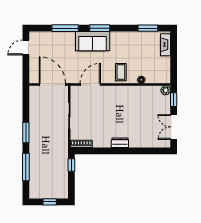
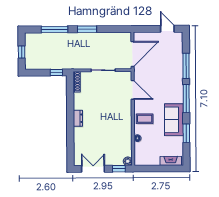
window: (100, 28) -> (186, 99), width x1.44
window: (148, 28) -> (186, 133), moved
sofa: (93, 41) -> (174, 120), moved

